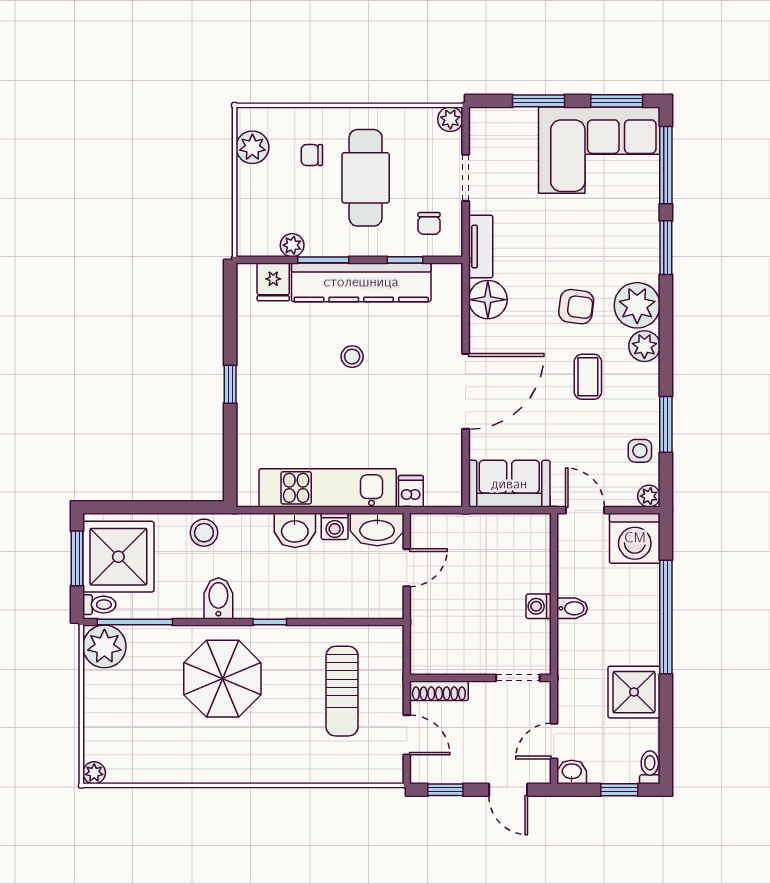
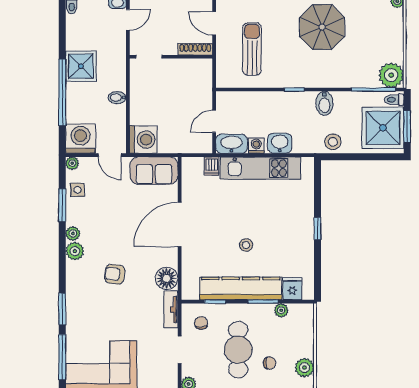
plant: (637, 305) -> (73, 233), moved, width x0.53, depth x0.53
coffee table: (588, 377) -> (108, 233), removed
washing machine: (539, 606) -> (143, 140), moved, width x1.89, depth x1.89
parasol: (222, 679) -> (322, 27), moved
shower: (634, 692) -> (81, 66), moved

